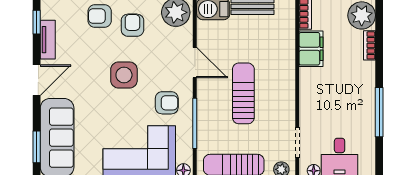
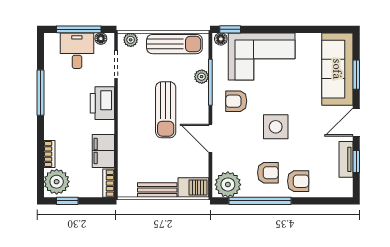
window: (37, 22) -> (356, 162), moved
armchair: (132, 25) -> (268, 173), turned -90
printer: (312, 101) -> (102, 103), added
plant: (204, 129) -> (202, 77), added
window: (37, 147) -> (356, 75), moved

